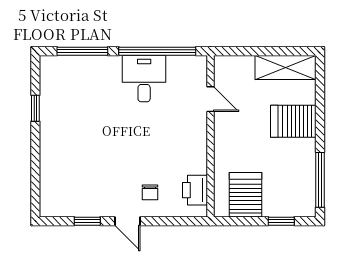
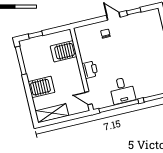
door: (210, 99) -> (88, 98), moved
printer: (195, 190) -> (90, 70), moved
server rack: (246, 195) -> (64, 51), moved, turned 90

